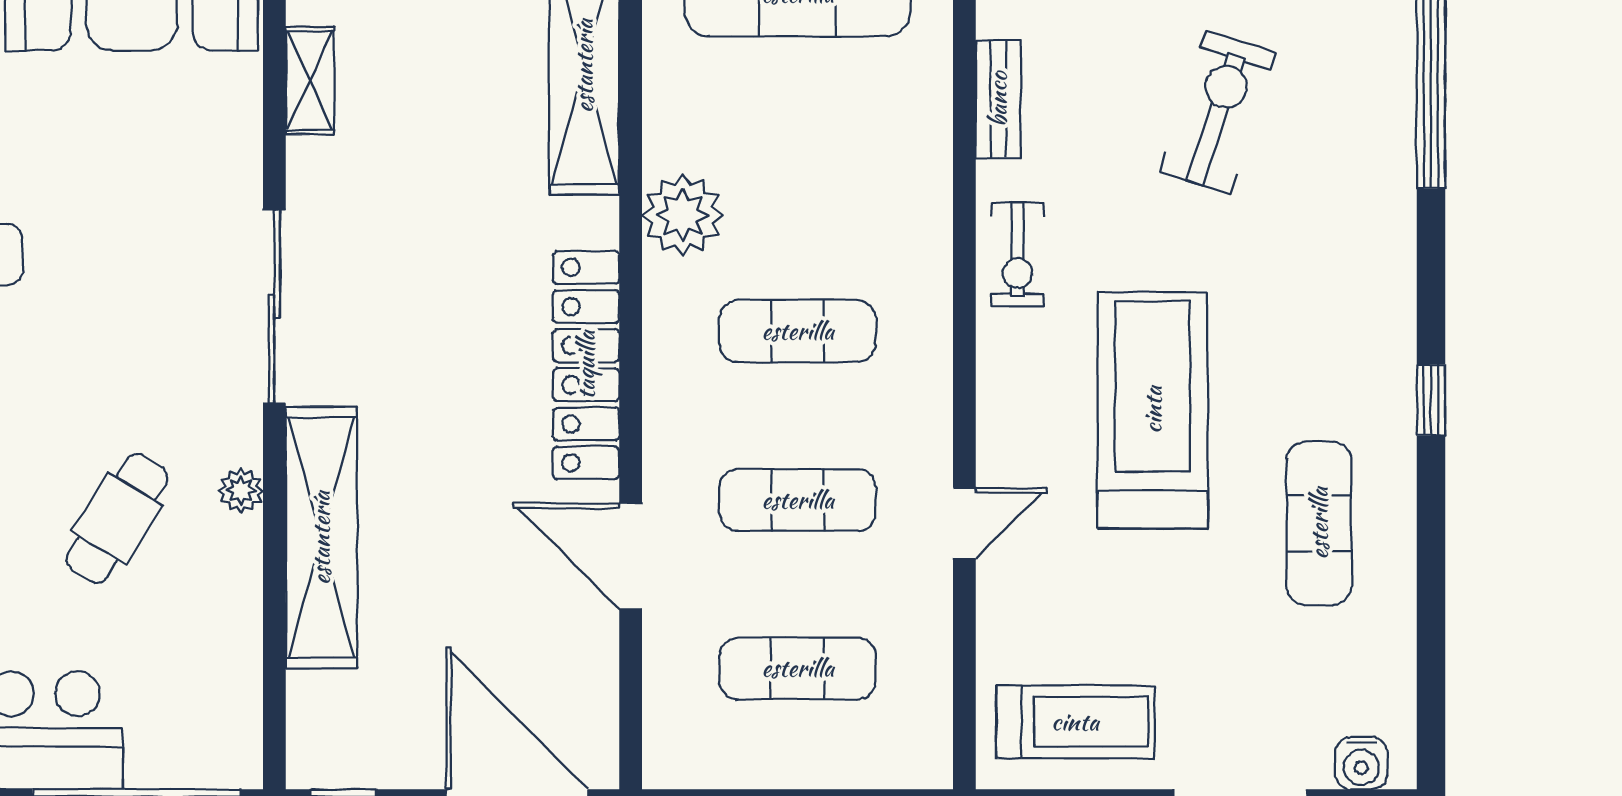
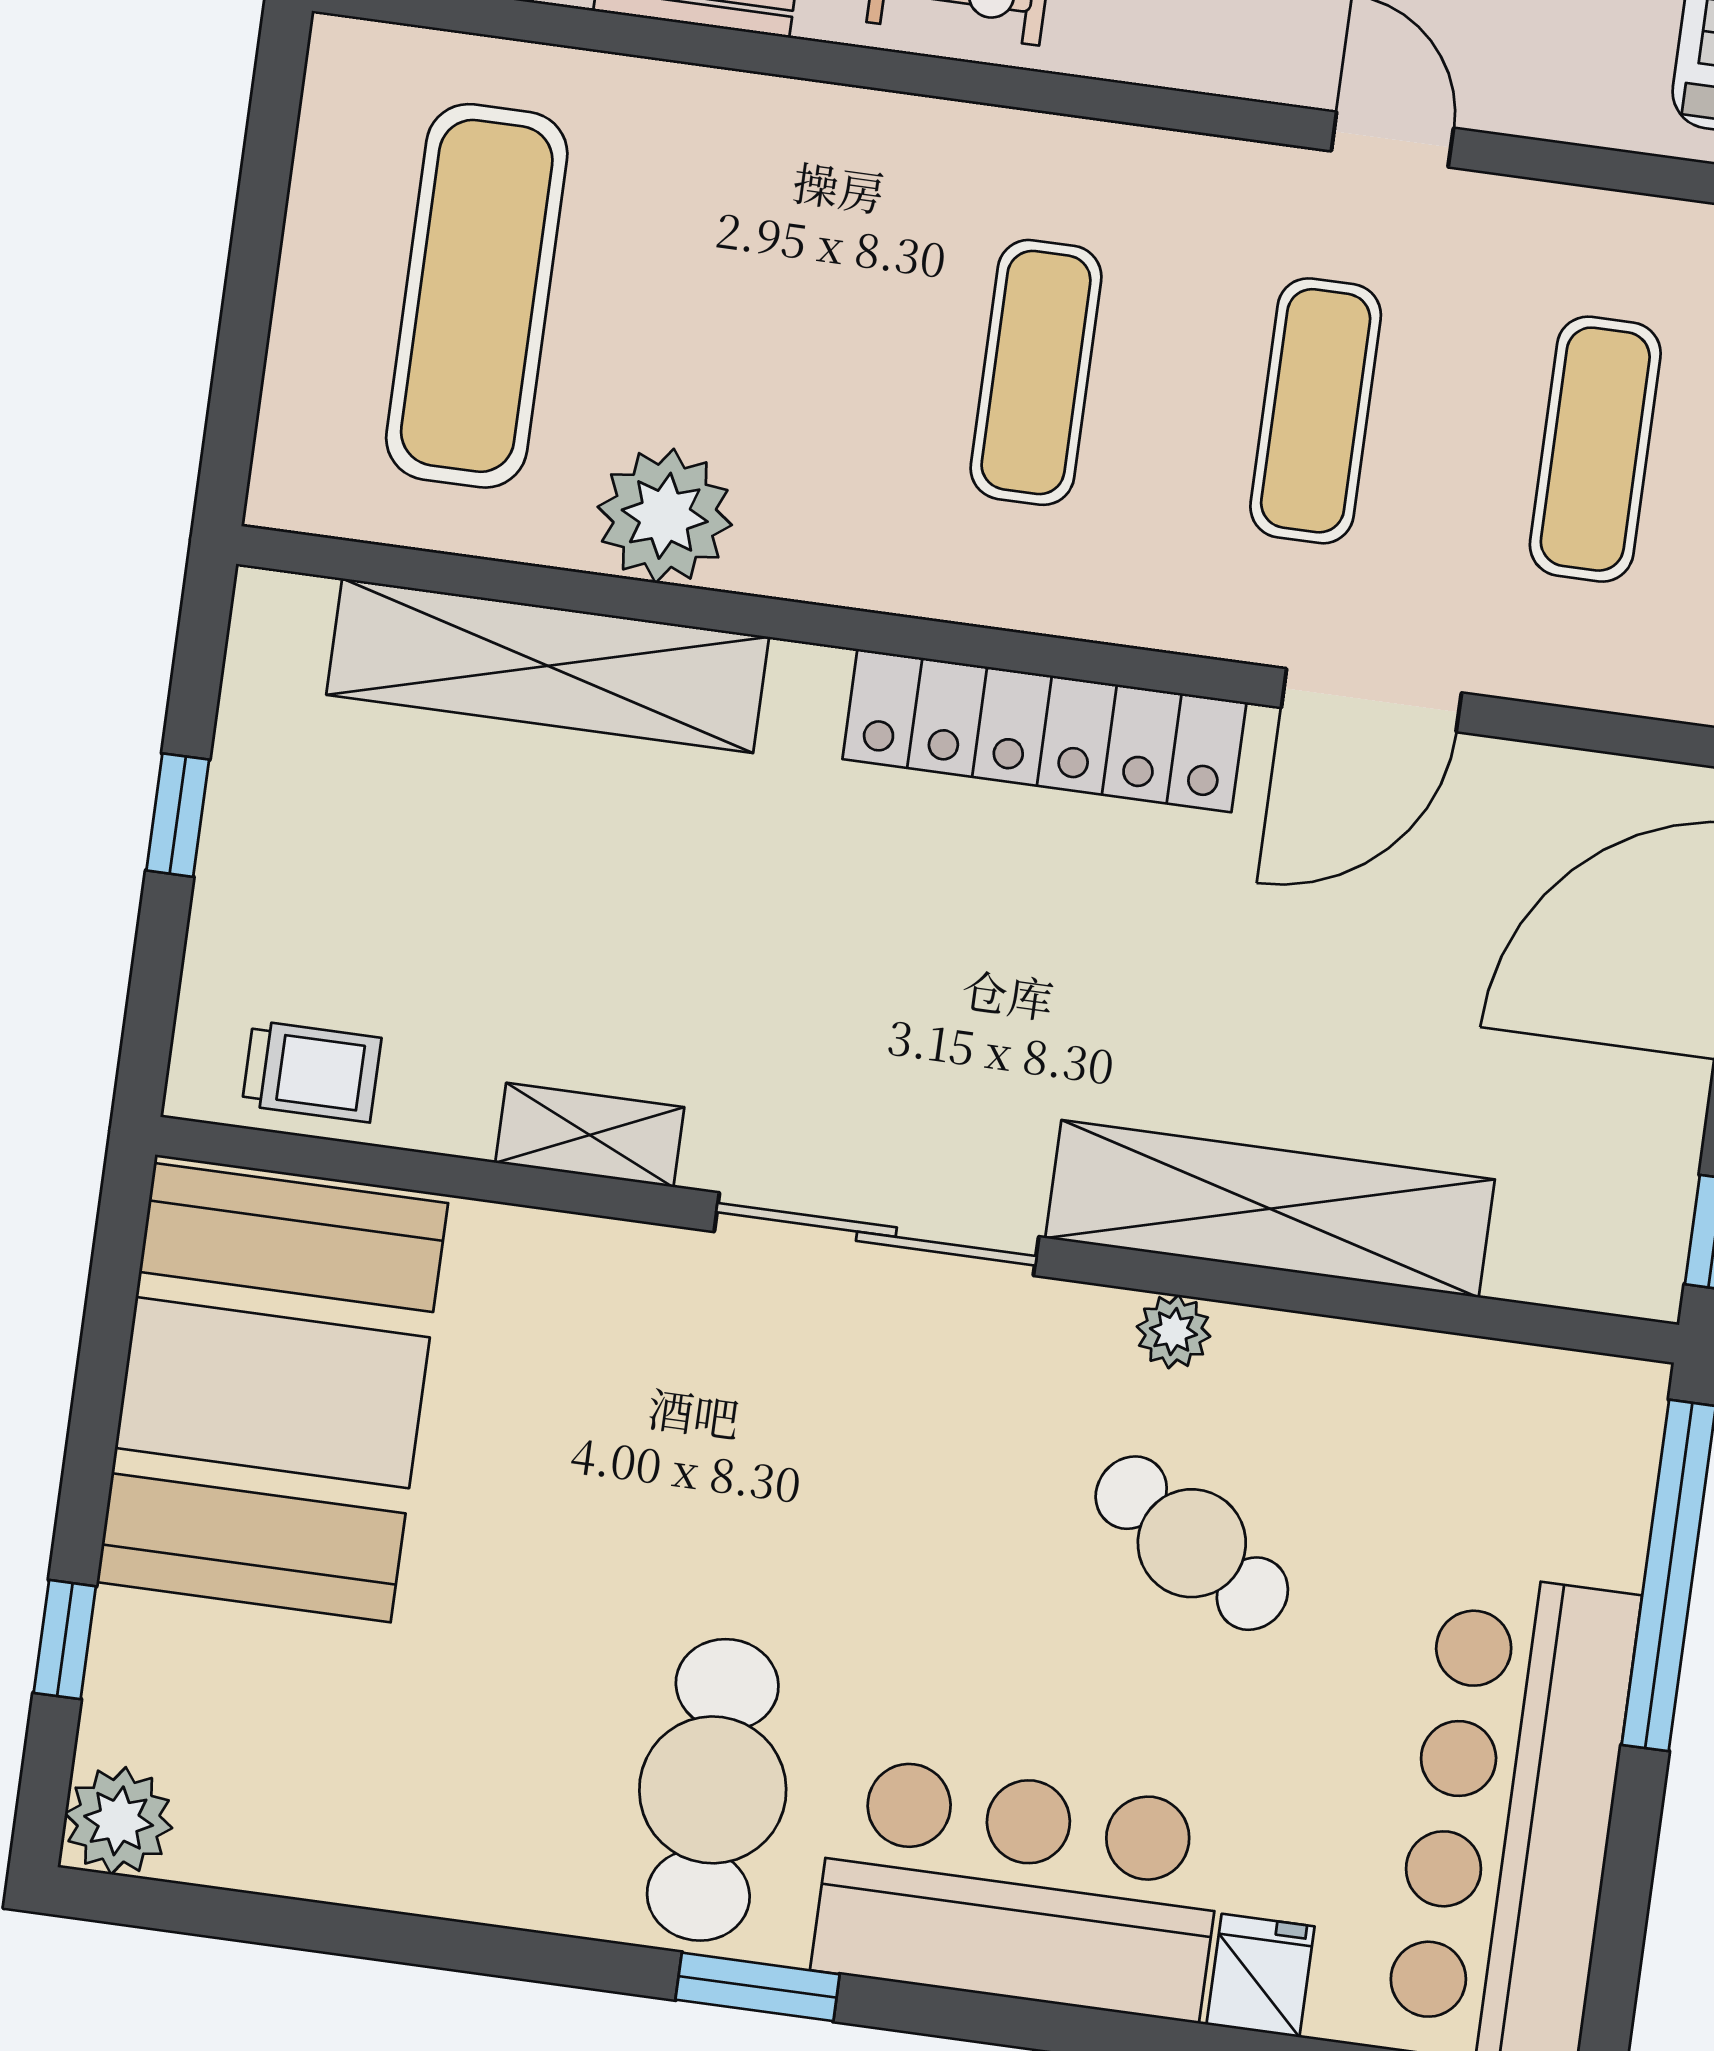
shelving: (310, 80) -> (590, 1135), moved
plant: (683, 215) -> (665, 516), moved

